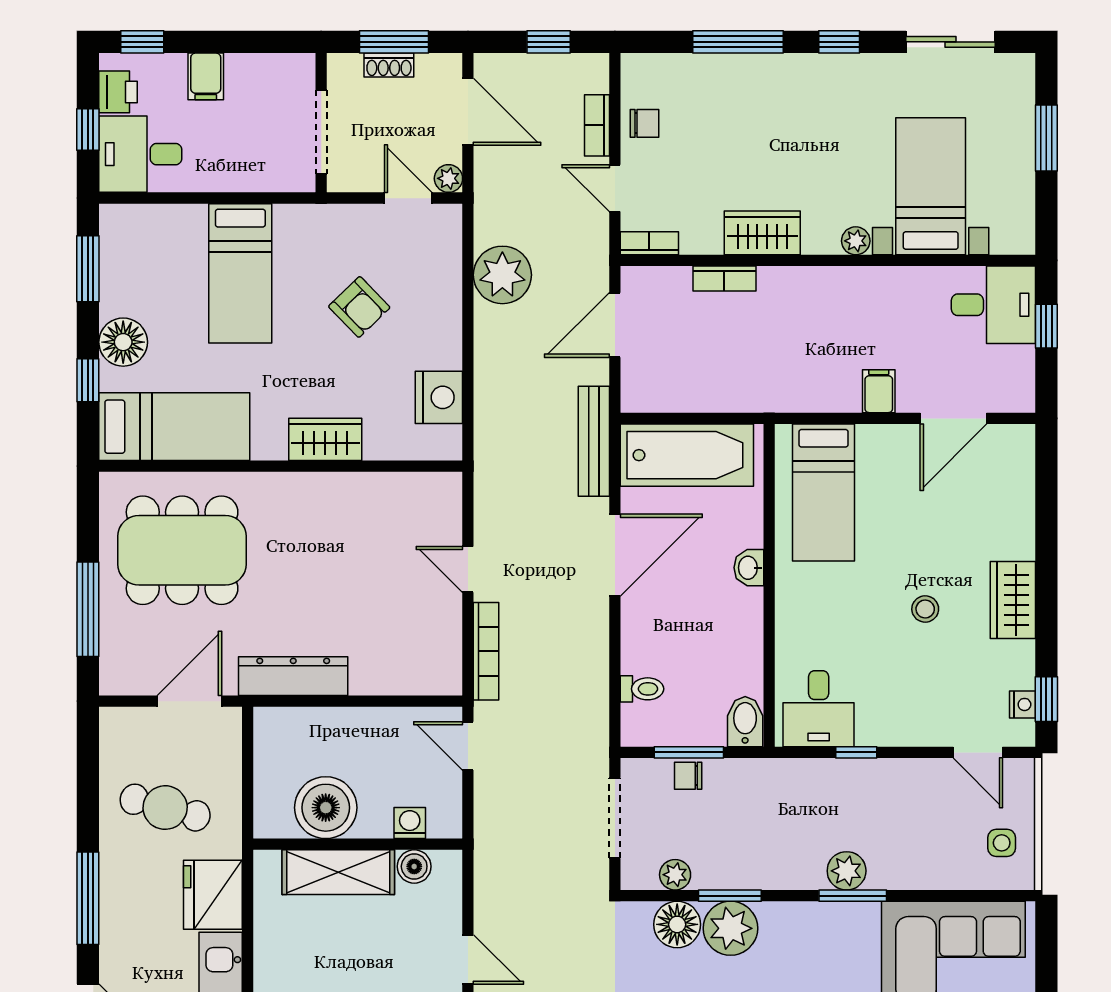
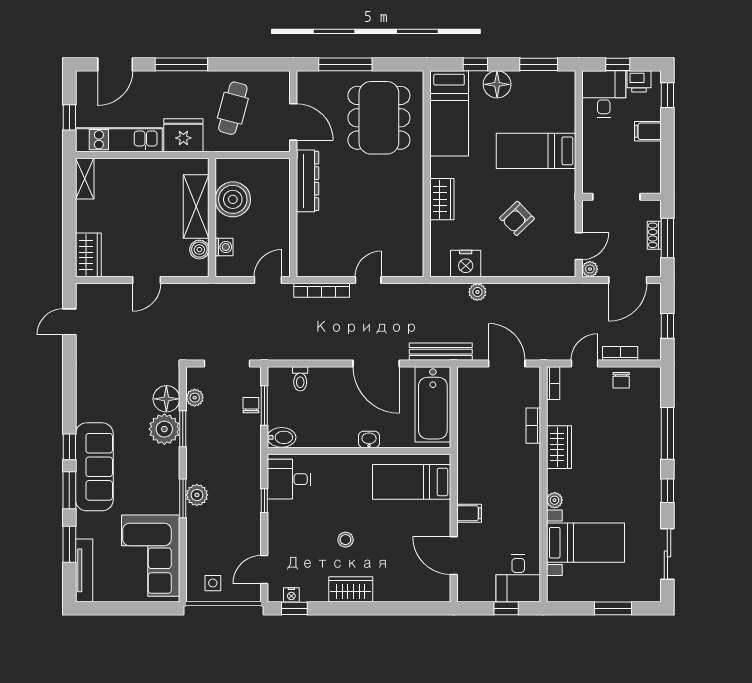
plant: (502, 275) -> (477, 292), moved, width x0.53, depth x0.53

